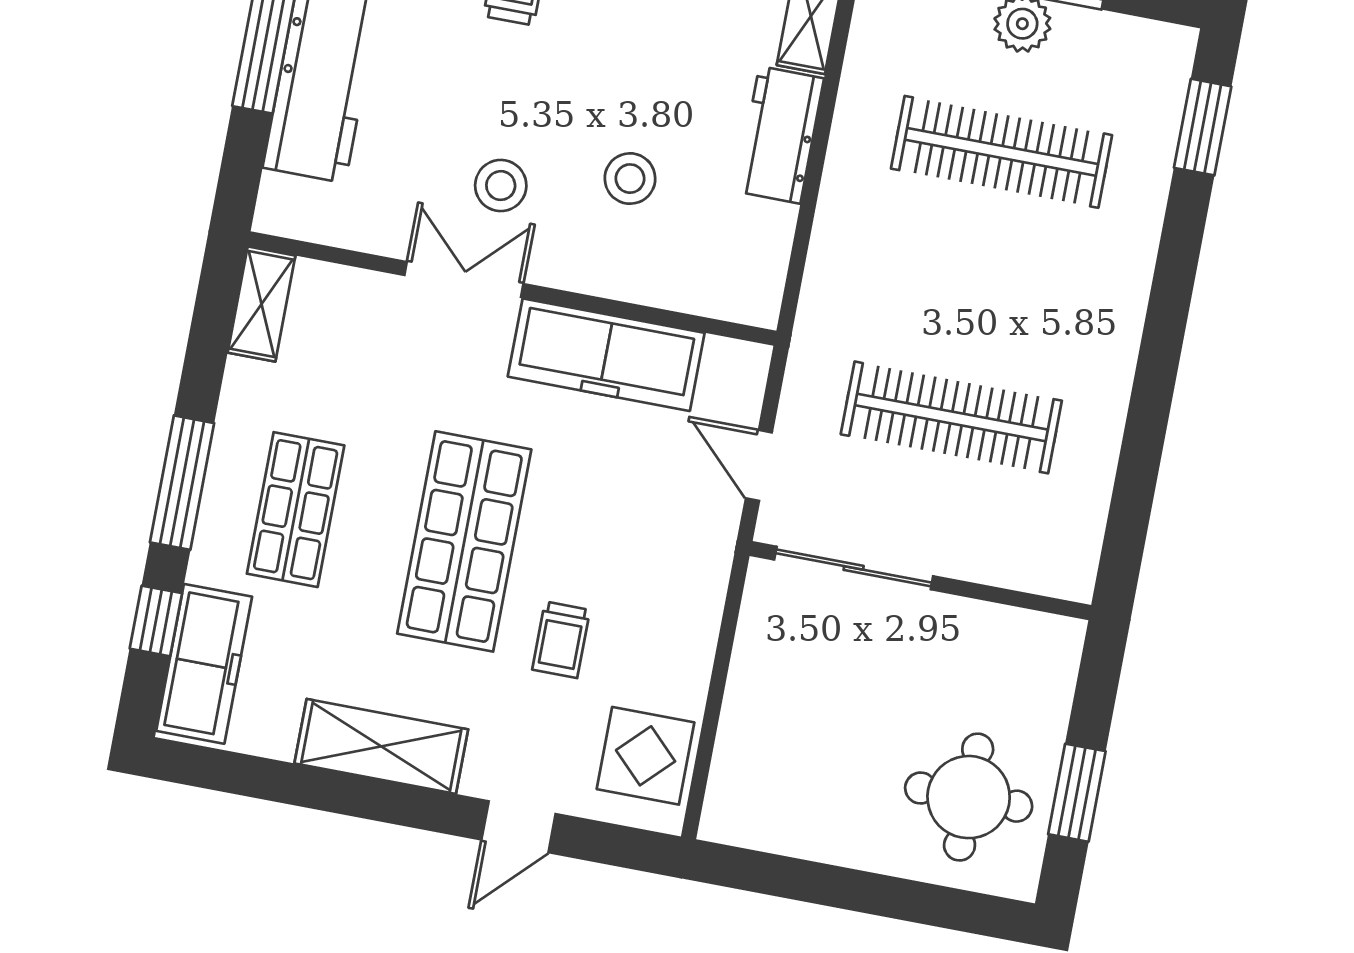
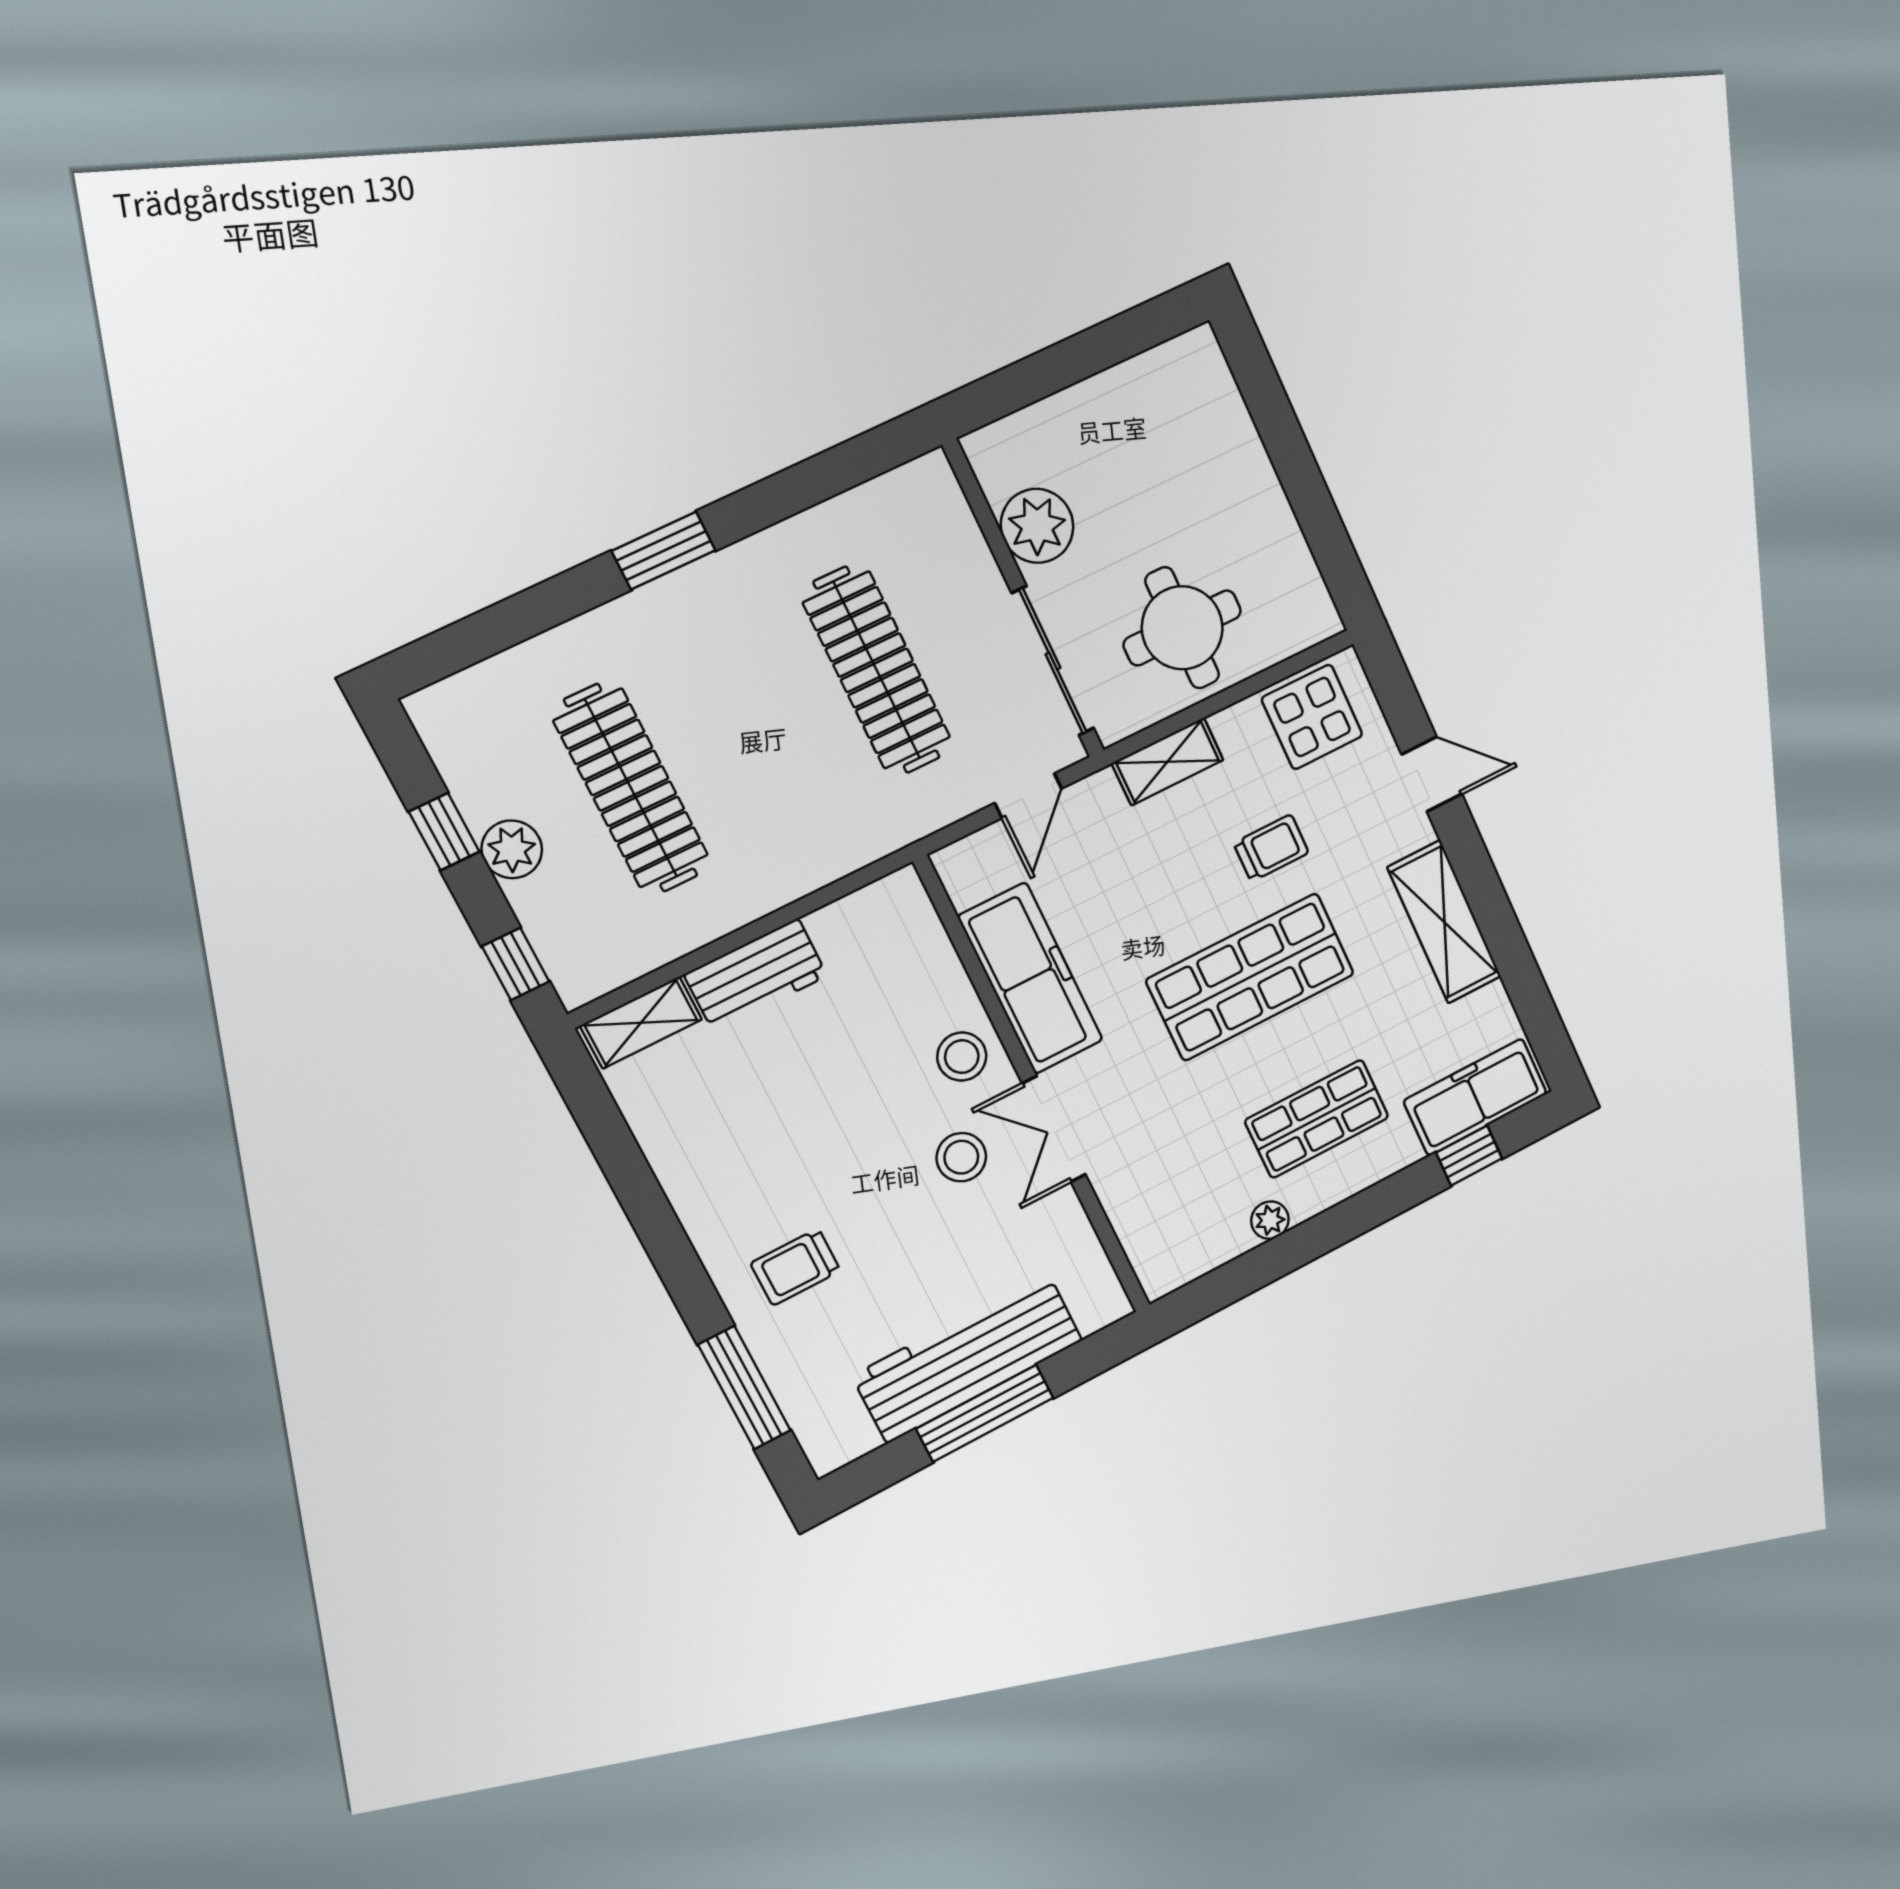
window: (1203, 127) -> (664, 551), moved
stool: (630, 179) -> (962, 1057), moved
shelving: (261, 304) -> (1168, 762), moved
plant: (239, 404) -> (1270, 1220), added
window: (182, 483) -> (1357, 1215), removed
plant: (972, 636) -> (1037, 526), added
window: (1077, 793) -> (1099, 348), removed
round table: (969, 797) -> (1182, 628), moved

